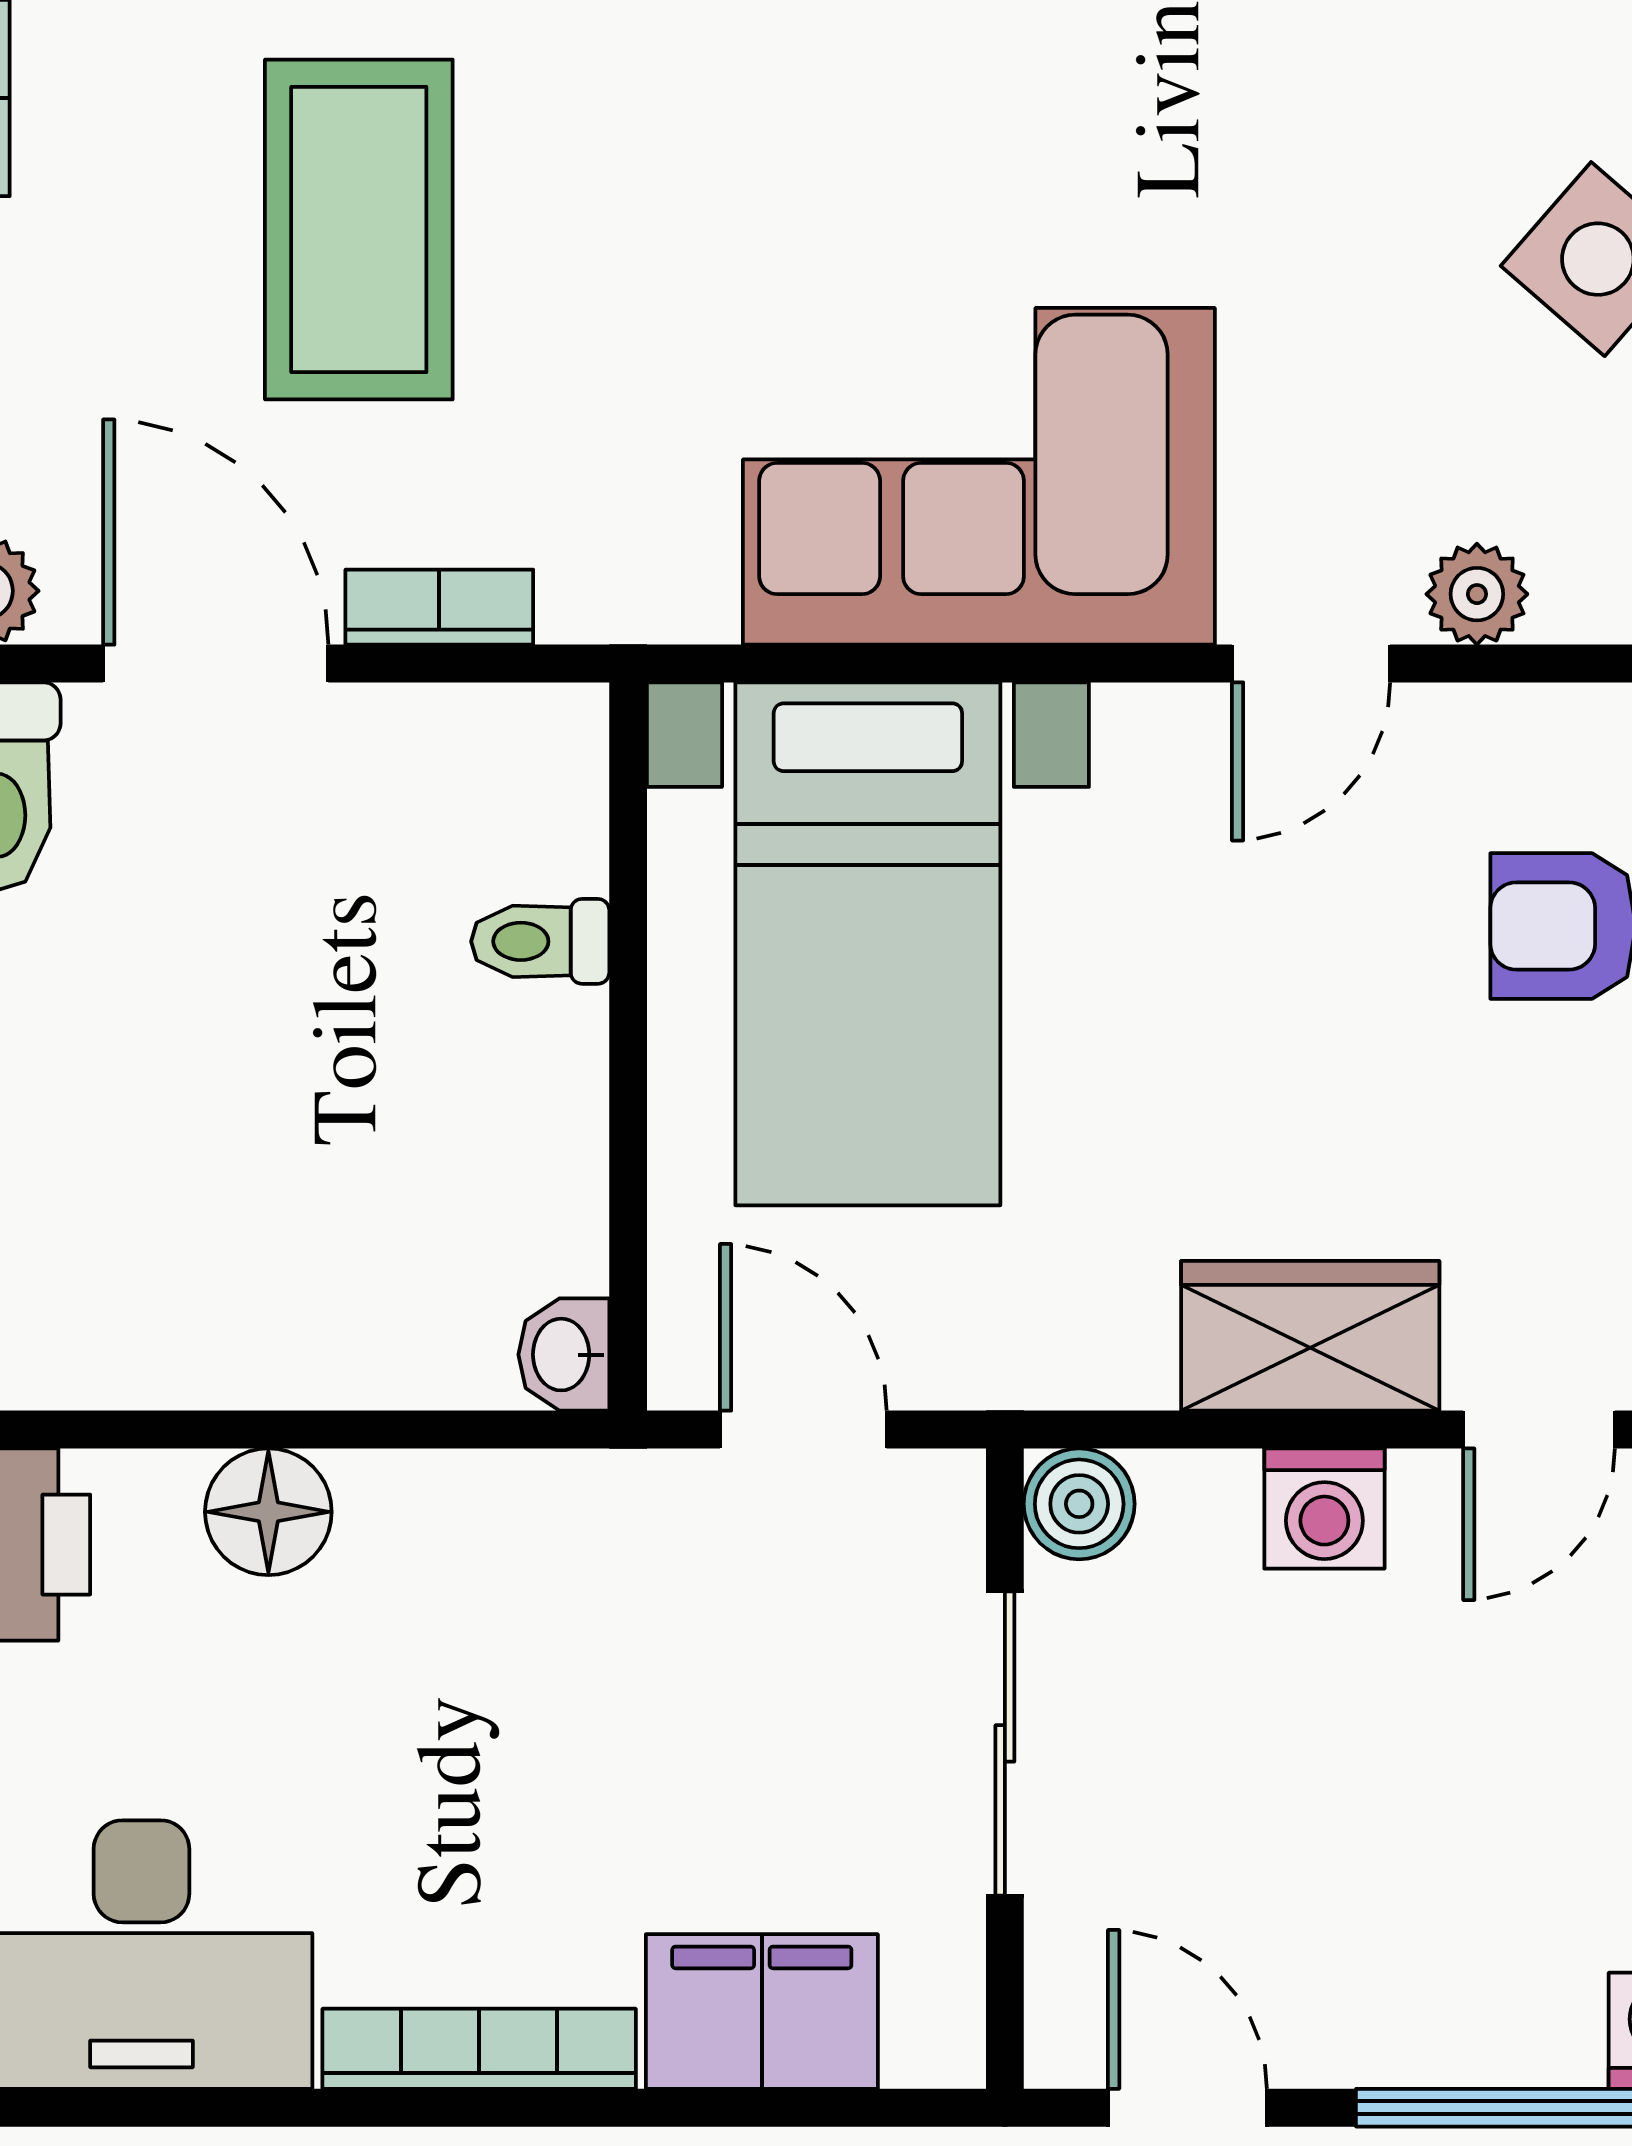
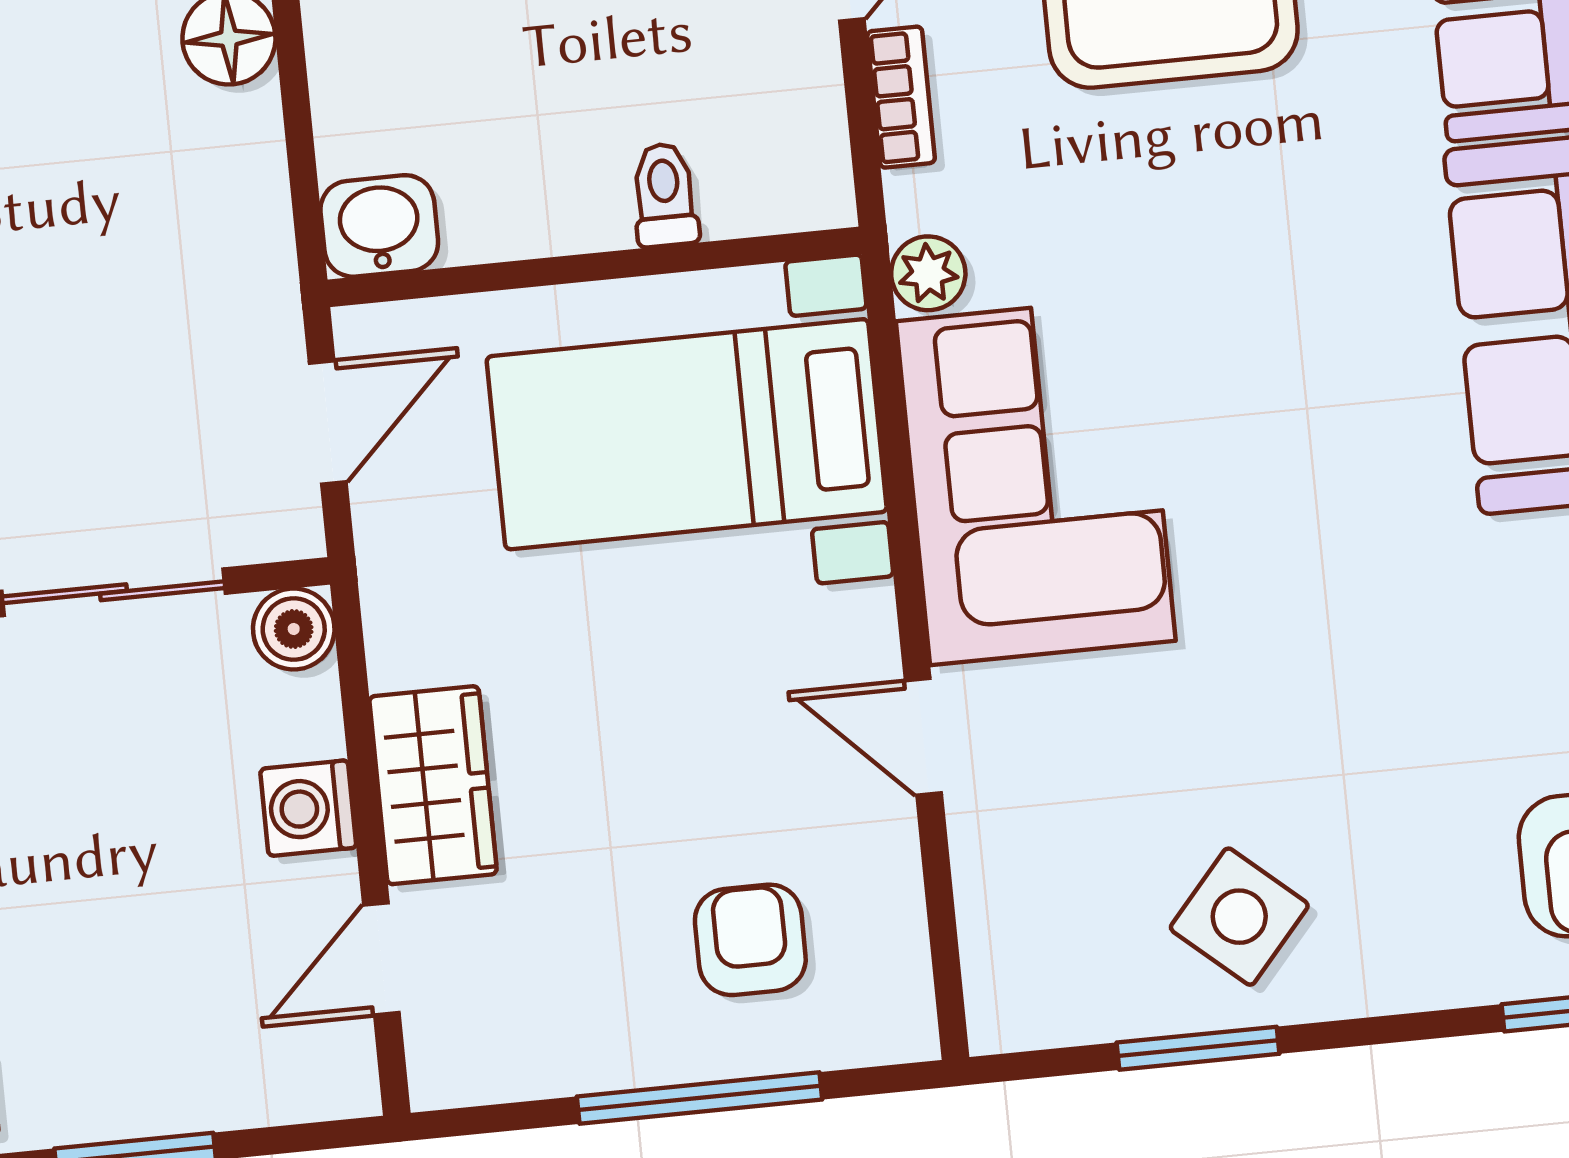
plant: (1477, 594) -> (928, 273), moved
washbasin: (564, 1355) -> (379, 226), width x1.38, depth x1.45
door: (1539, 1430) -> (381, 959), hinge flipped

